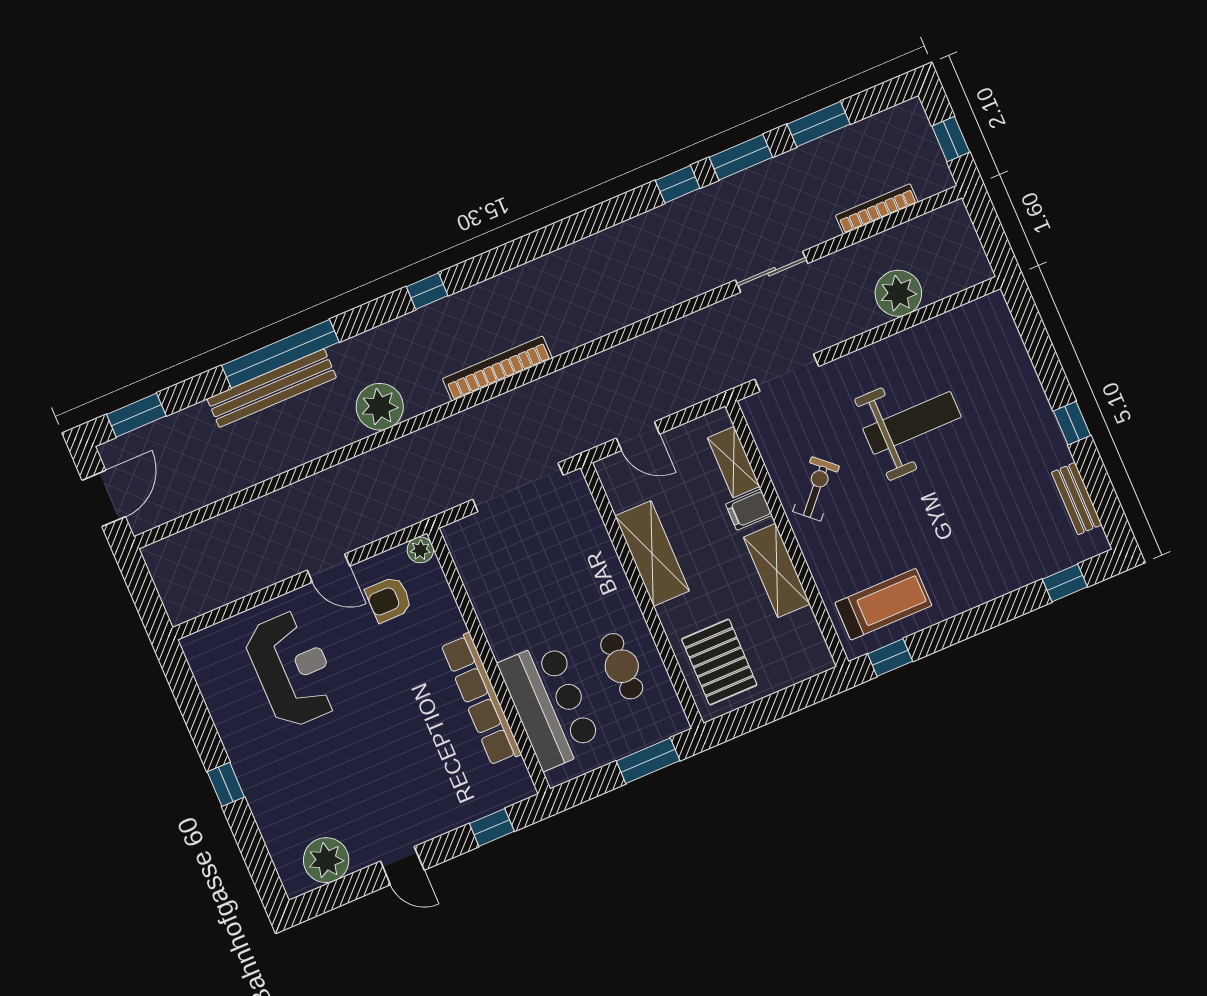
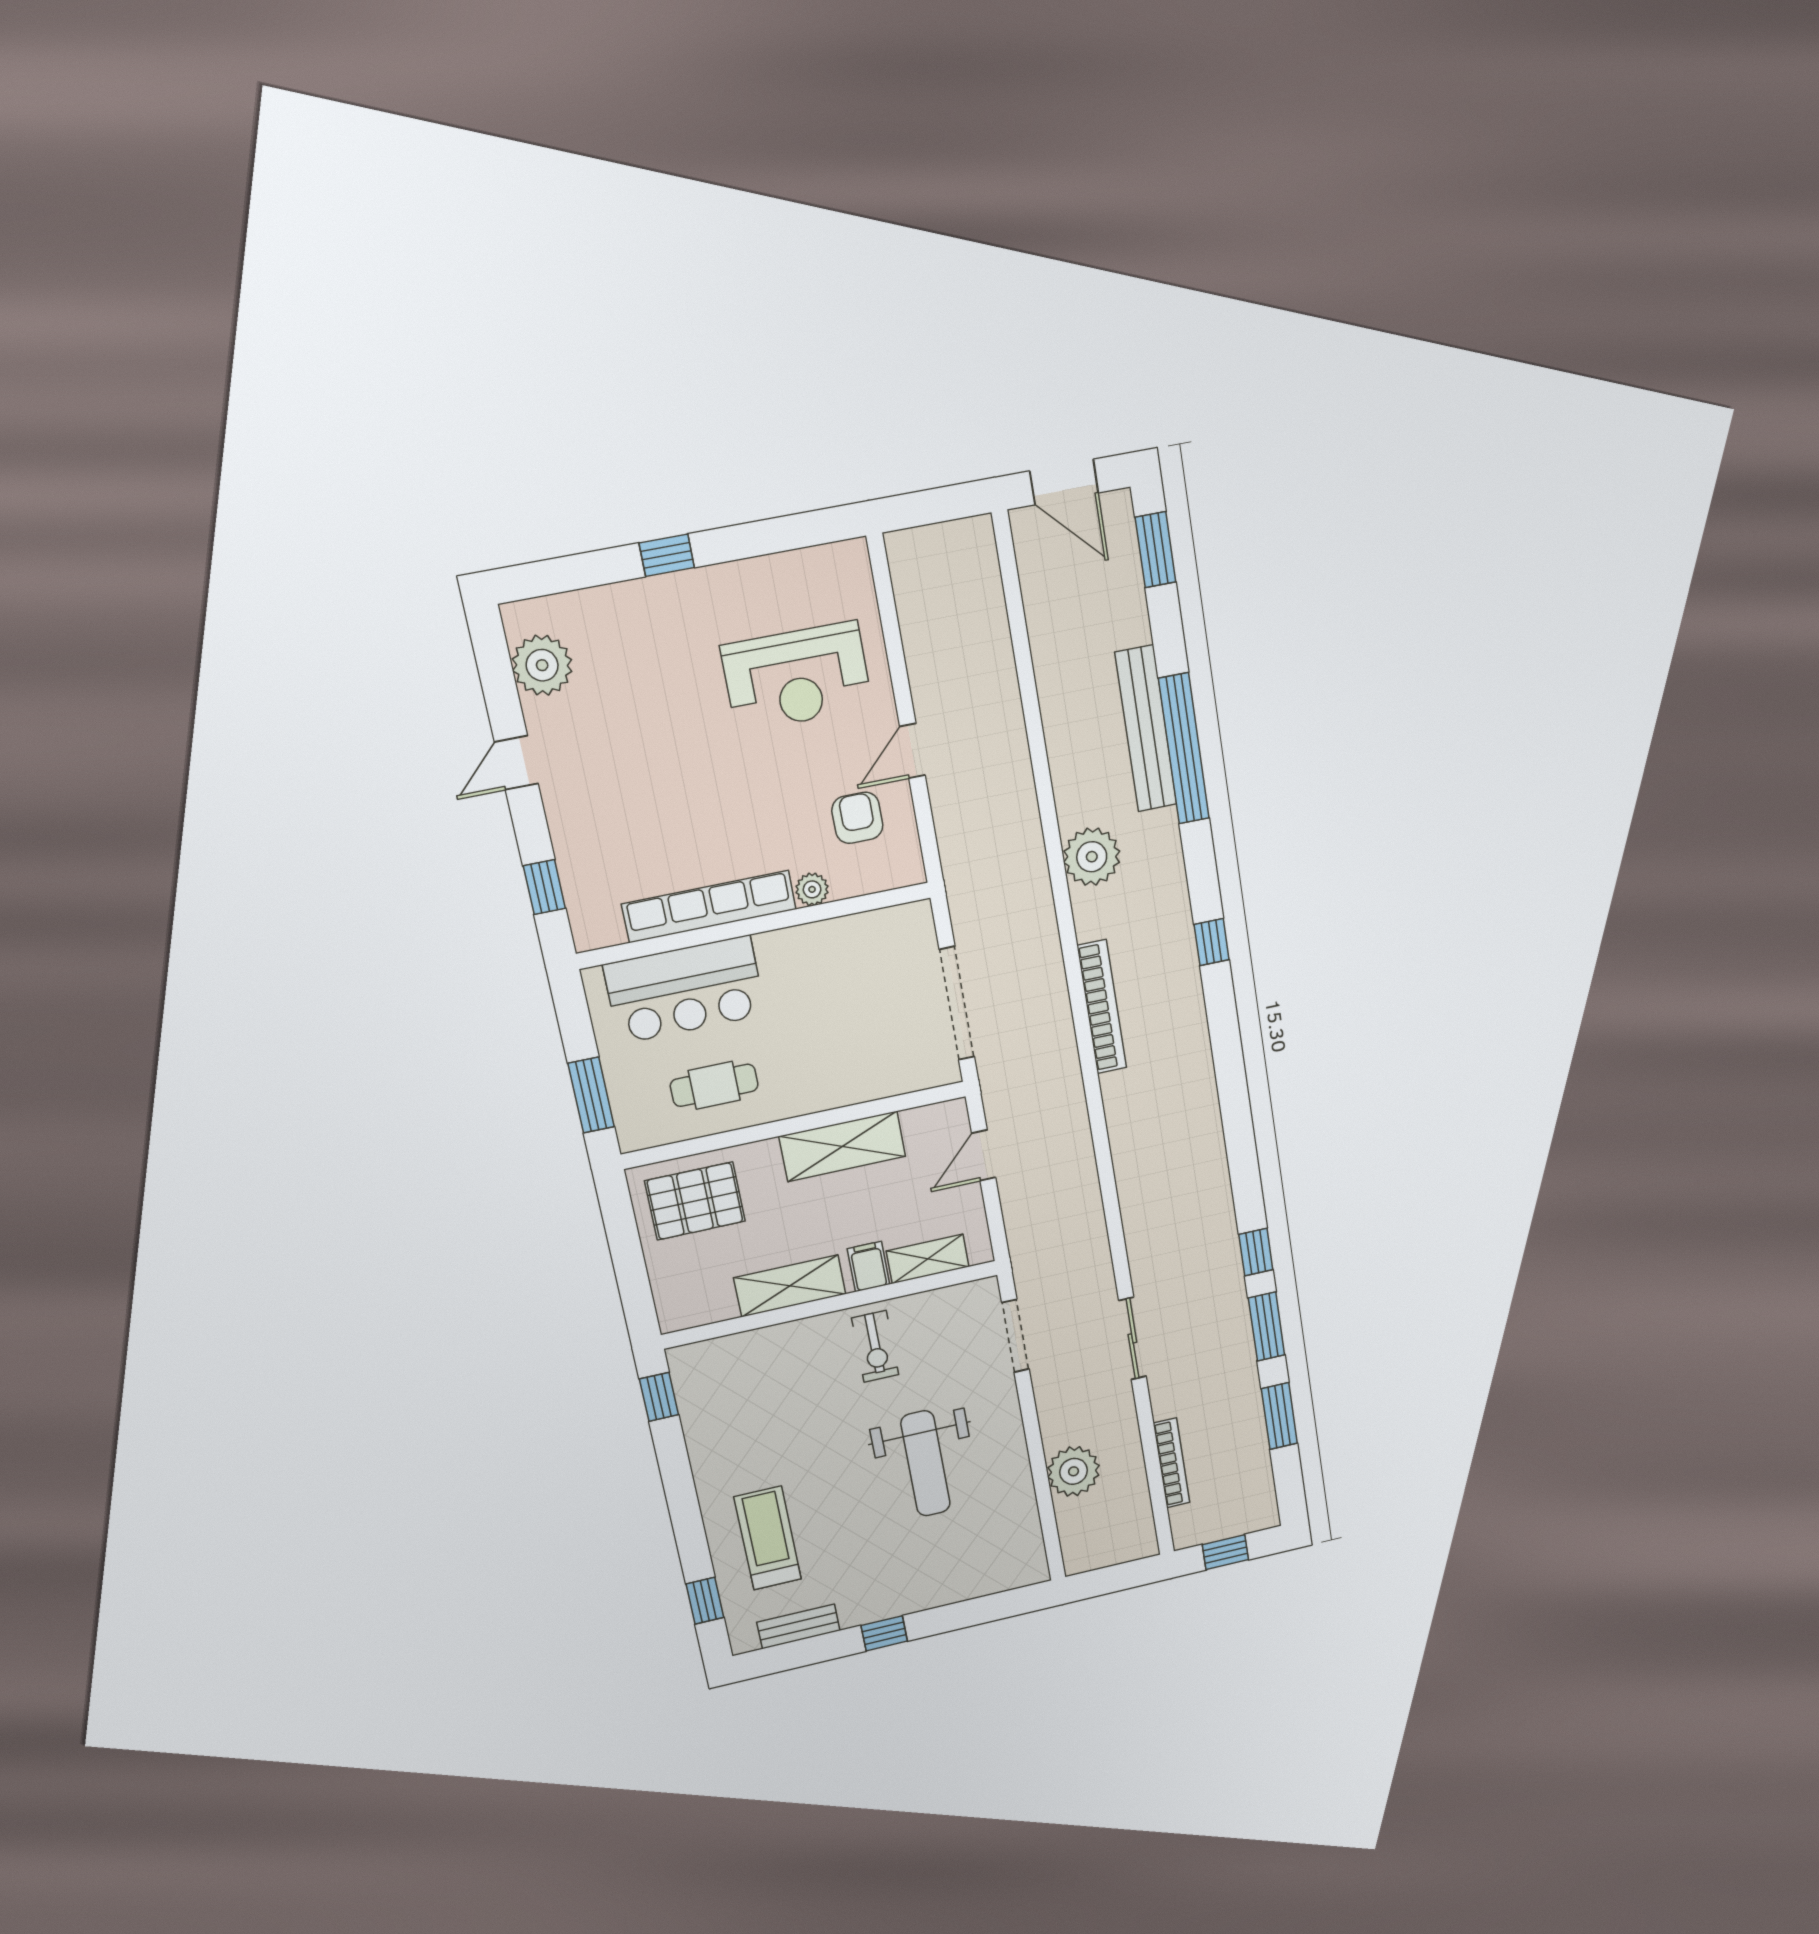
exercise bike: (816, 489) -> (875, 1346), turned 48
plant: (420, 550) -> (812, 889), moved
treadmill: (883, 604) -> (768, 1538), moved, turned 180

